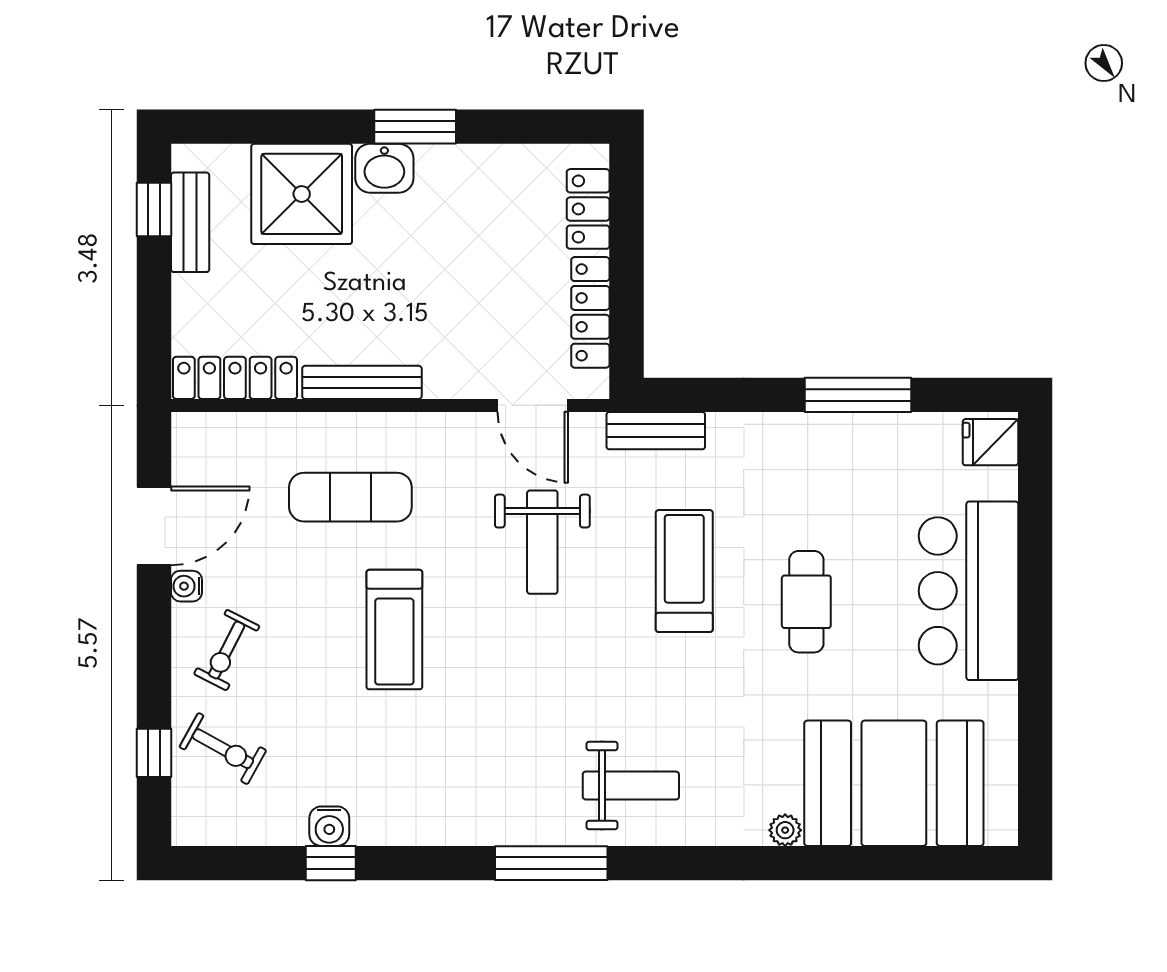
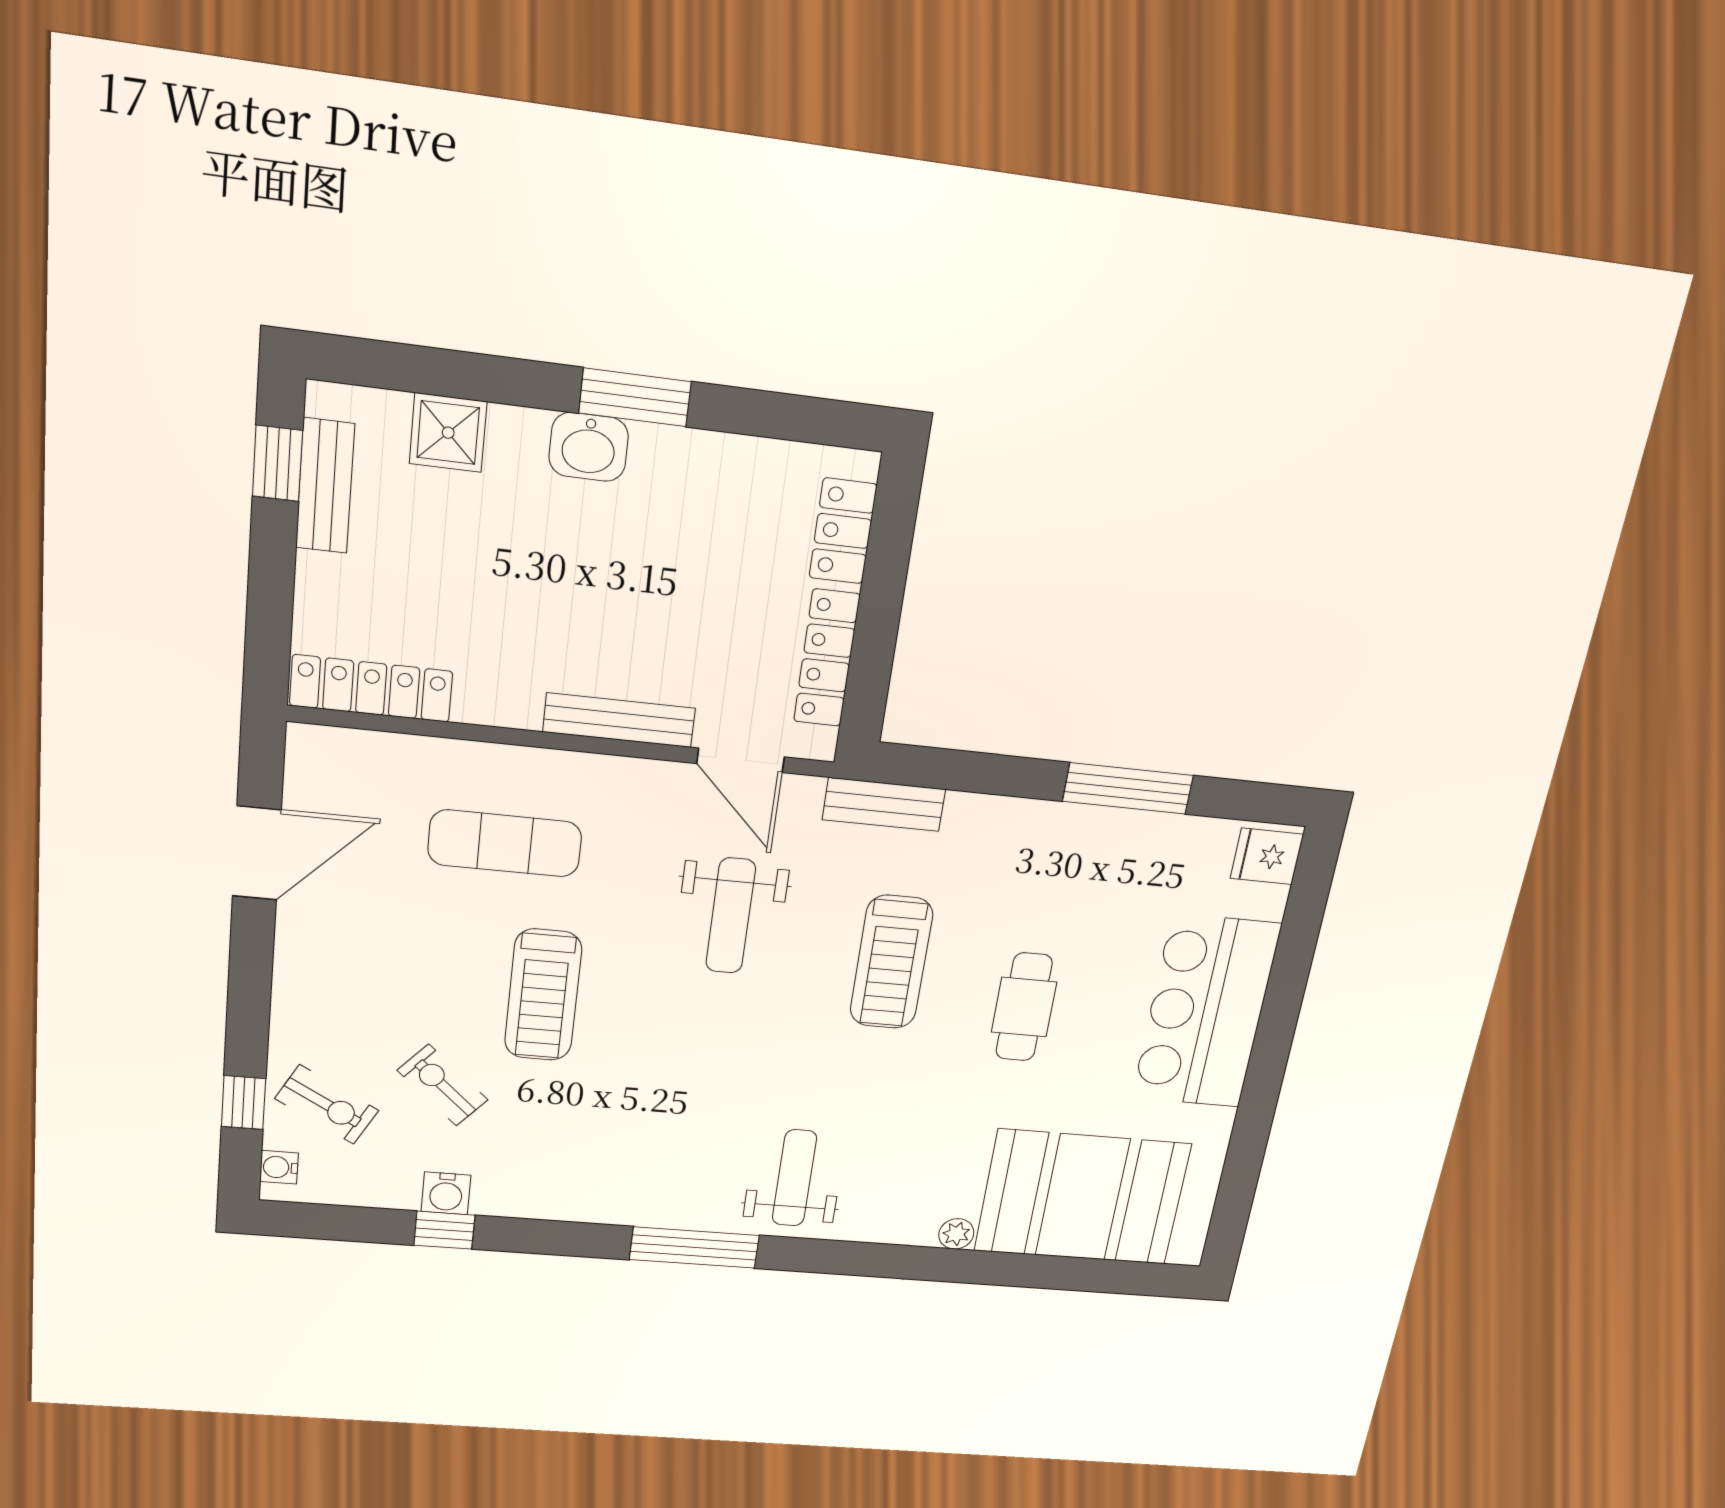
shower: (302, 194) -> (448, 433), width x0.54, depth x0.54
bench: (362, 382) -> (619, 720), moved
treadmill: (684, 571) -> (891, 962), turned 180
water cooler: (186, 586) -> (279, 1167), moved
exercise bike: (227, 650) -> (443, 1085), moved, turned 105
weight bench: (631, 786) -> (794, 1178), turned -90

